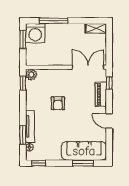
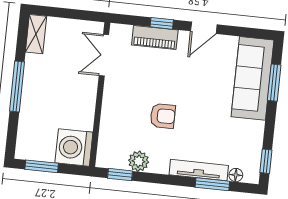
window: (54, 21) -> (17, 86), moved
washing machine: (35, 33) -> (74, 147), moved, turned 180
double door: (88, 67) -> (104, 55), width x0.73
plant: (31, 75) -> (139, 161), moved
window: (109, 83) -> (162, 23), moved

